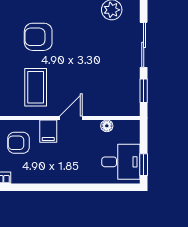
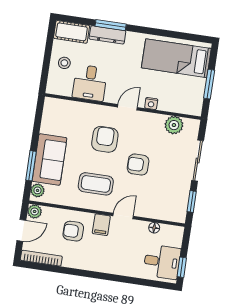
armchair: (38, 37) -> (105, 139), turned 90
armchair: (79, 59) -> (138, 165), added
coffee table: (36, 87) -> (96, 184), turned 90

